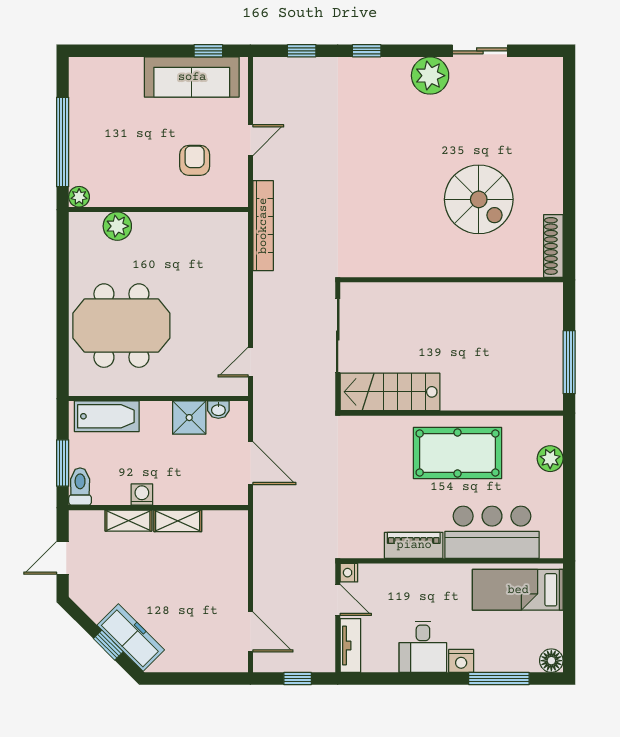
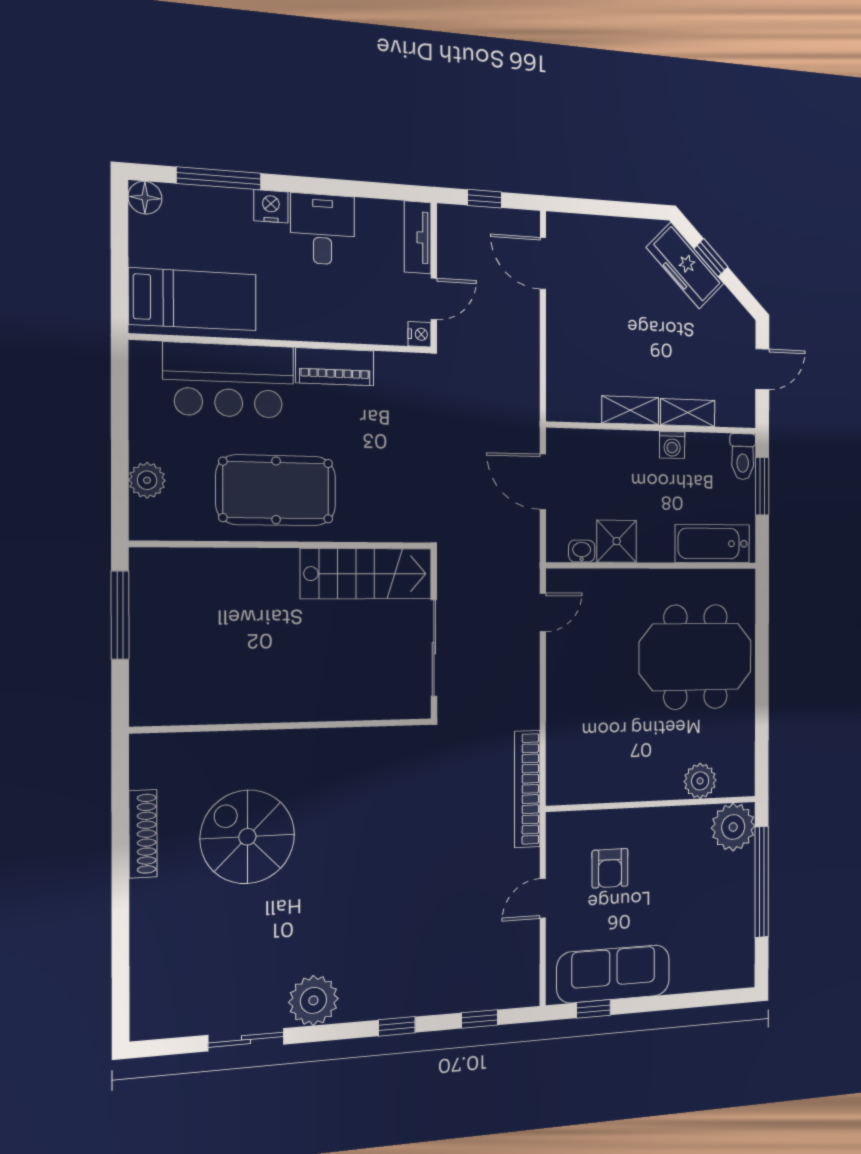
plant: (79, 197) -> (733, 827), width x1.87, depth x1.87
shoe rack: (553, 246) -> (143, 834), moved
door: (338, 600) -> (434, 299), swing flipped

